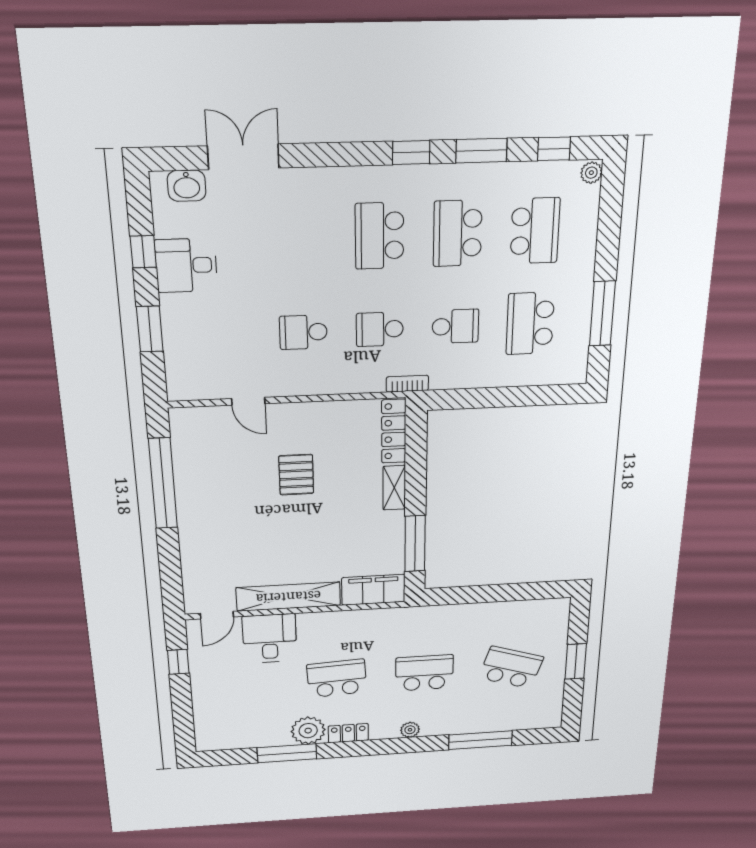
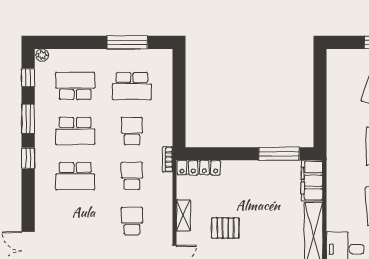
school desk: (380, 329) -> (132, 176), turned 180
school desk: (303, 332) -> (132, 221), turned 180
shelving: (394, 488) -> (183, 215), moved, turned 90

